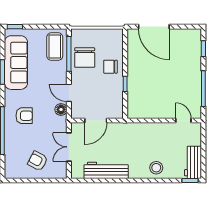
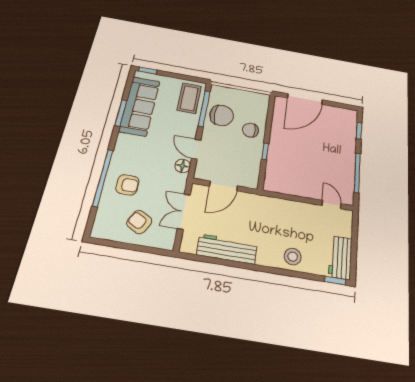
door: (154, 27) -> (305, 99), hinge flipped
chair: (85, 58) -> (222, 115), turned -90
armchair: (24, 116) -> (127, 185), moved

